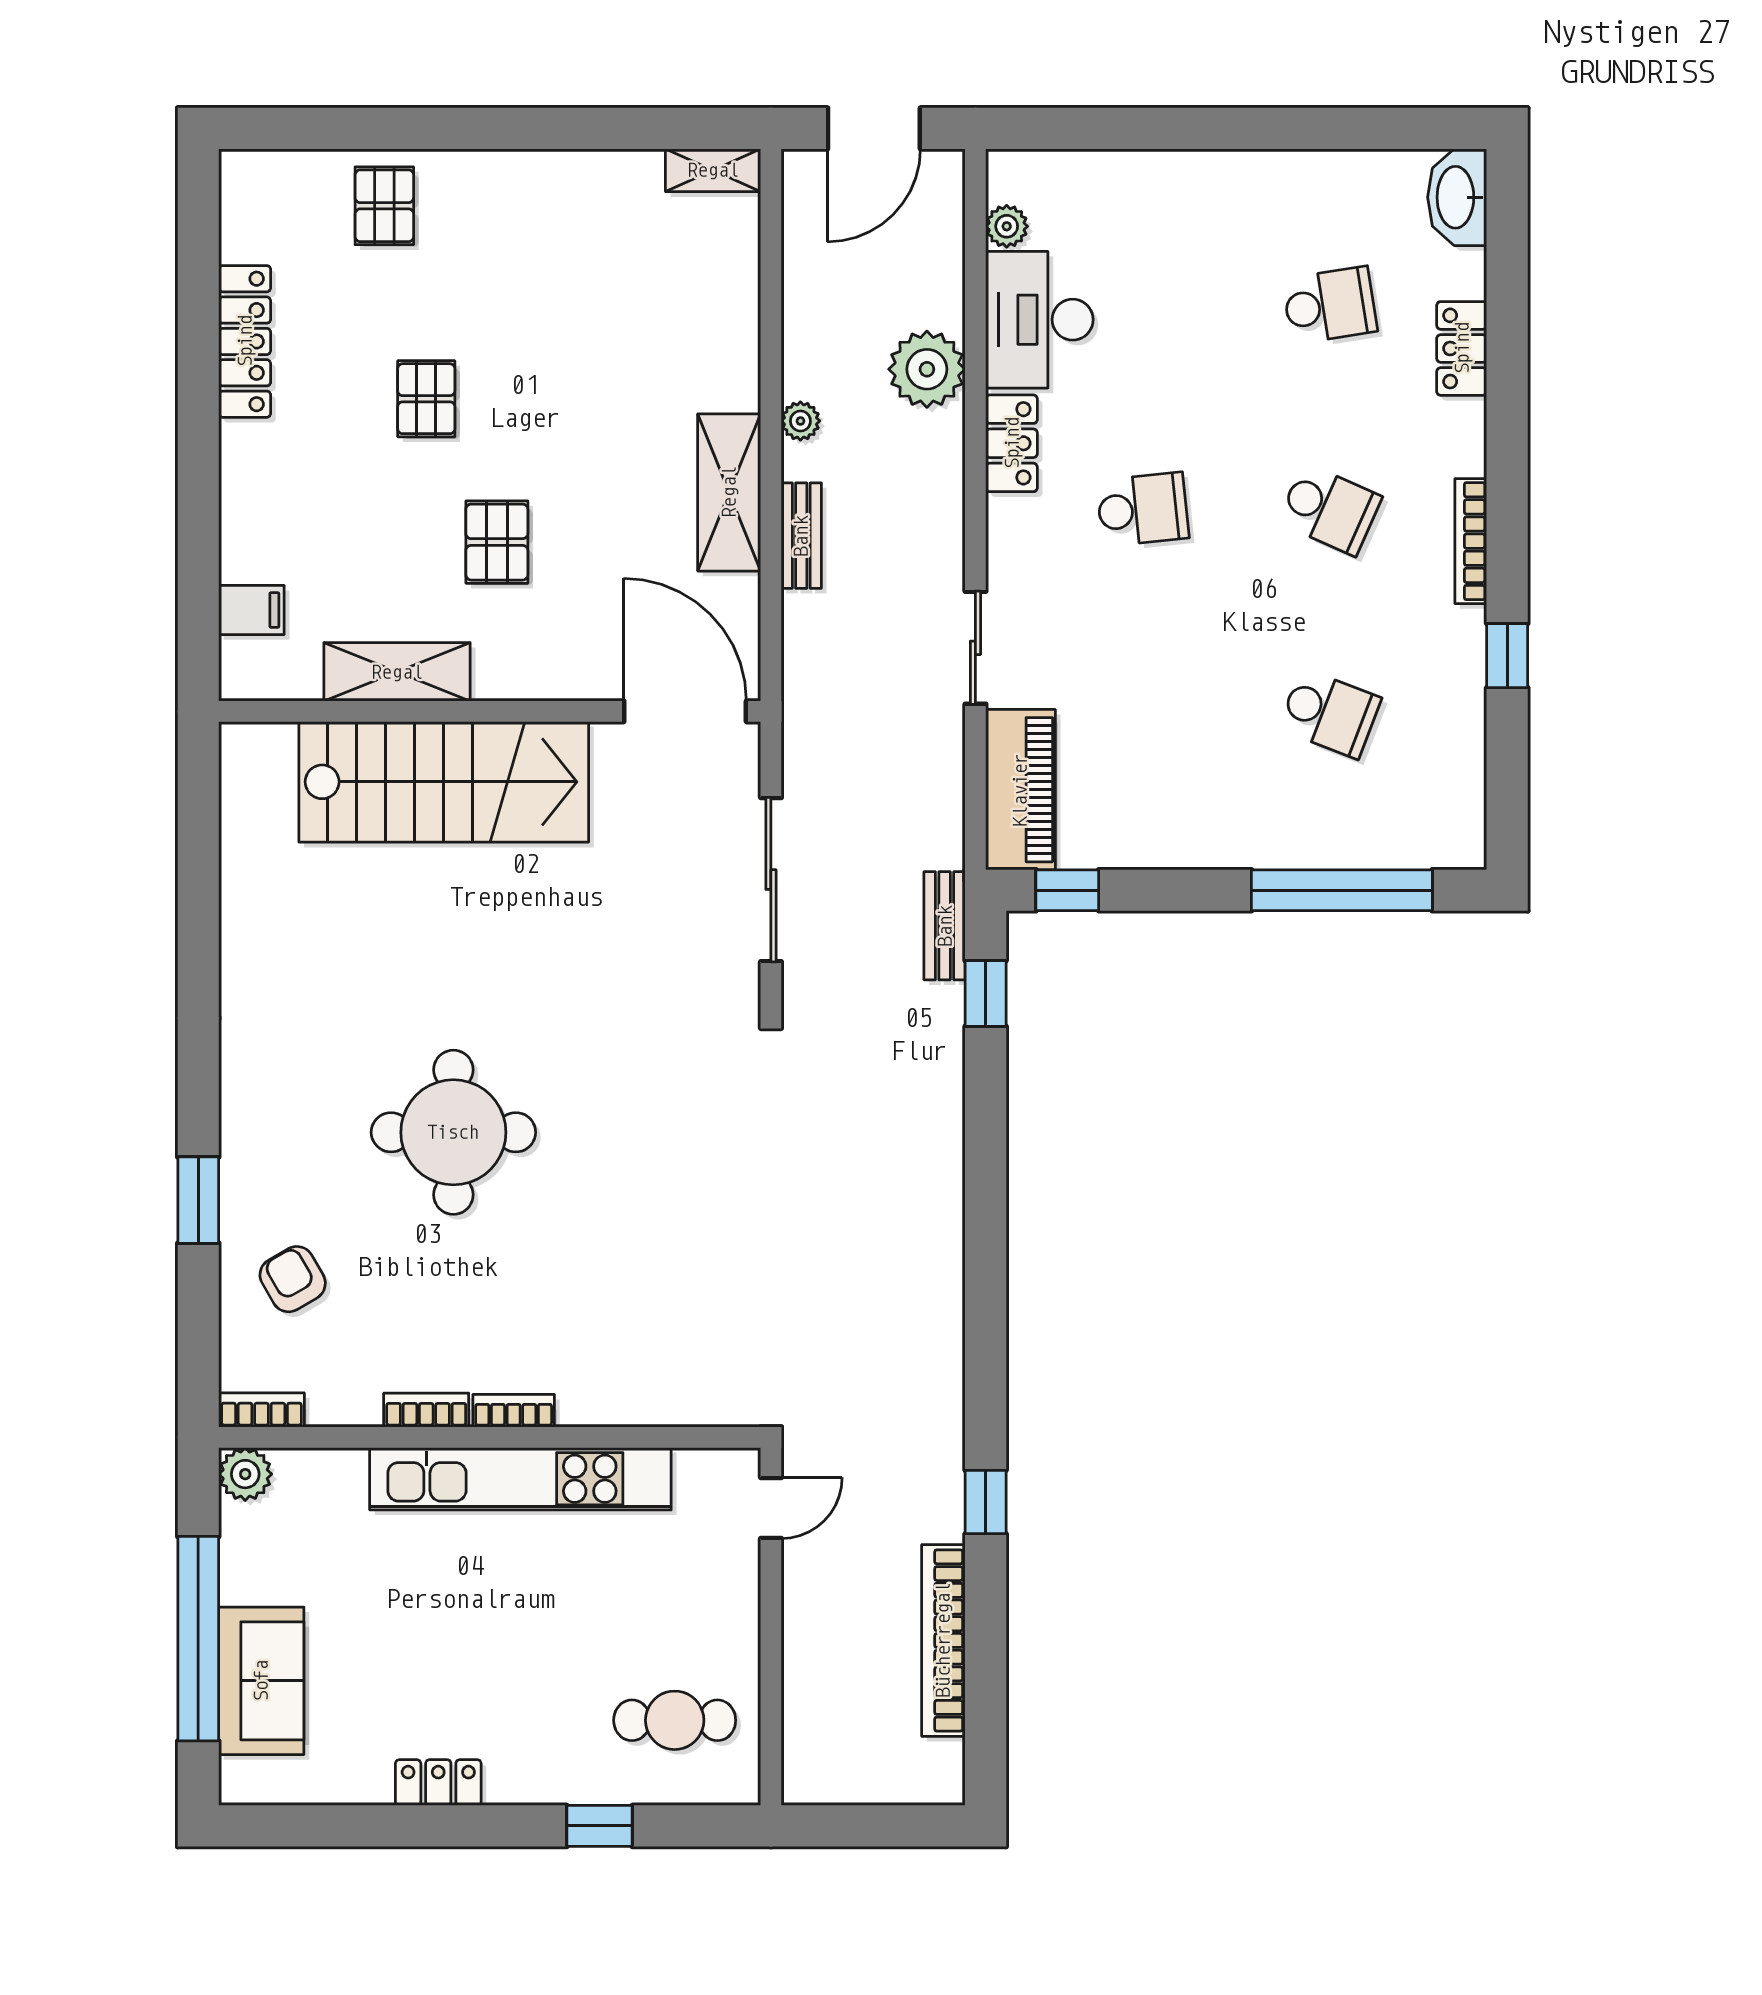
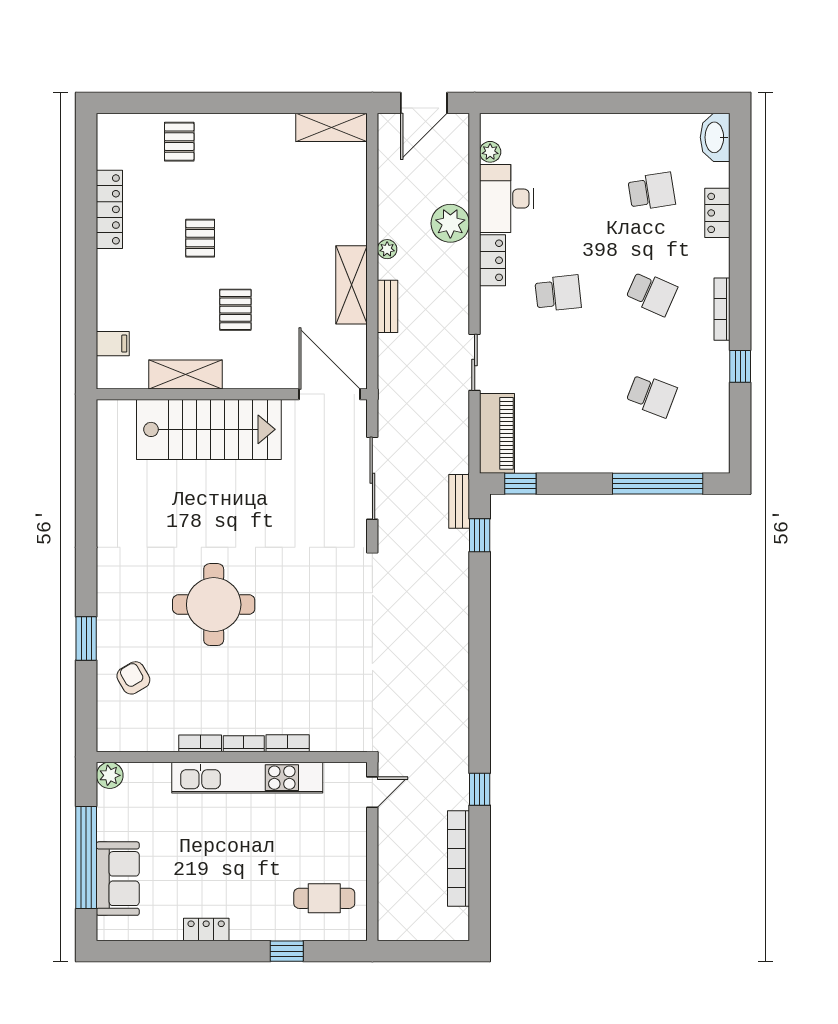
shelving: (713, 170) -> (332, 127), width x1.50, depth x1.33
bookcase: (262, 1410) -> (288, 743), moved

